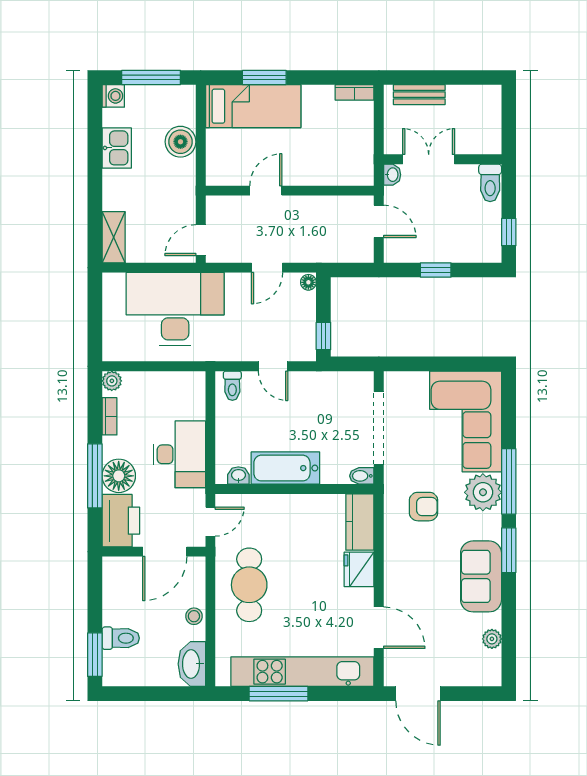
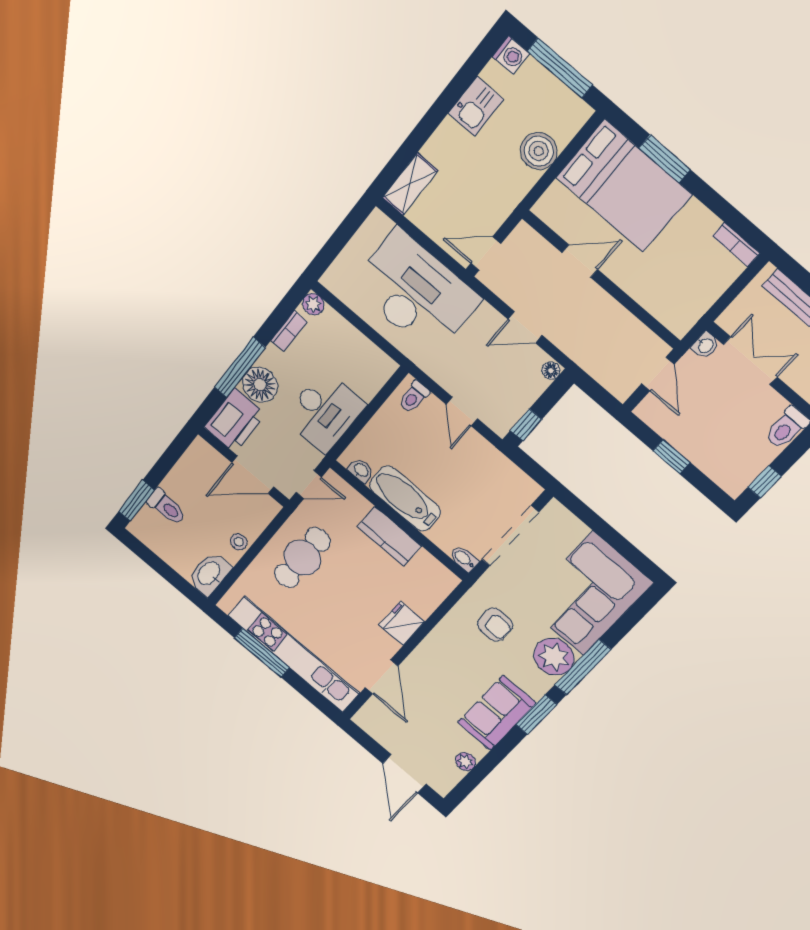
bed: (253, 106) -> (624, 186), width x1.50
kitchen counter: (360, 522) -> (389, 536), moved, turned -90
door: (418, 694) -> (404, 774), moved

